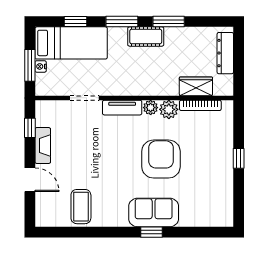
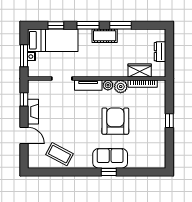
dresser: (225, 53) -> (160, 52), width x0.70
coffee table: (81, 207) -> (59, 154), turned -62

